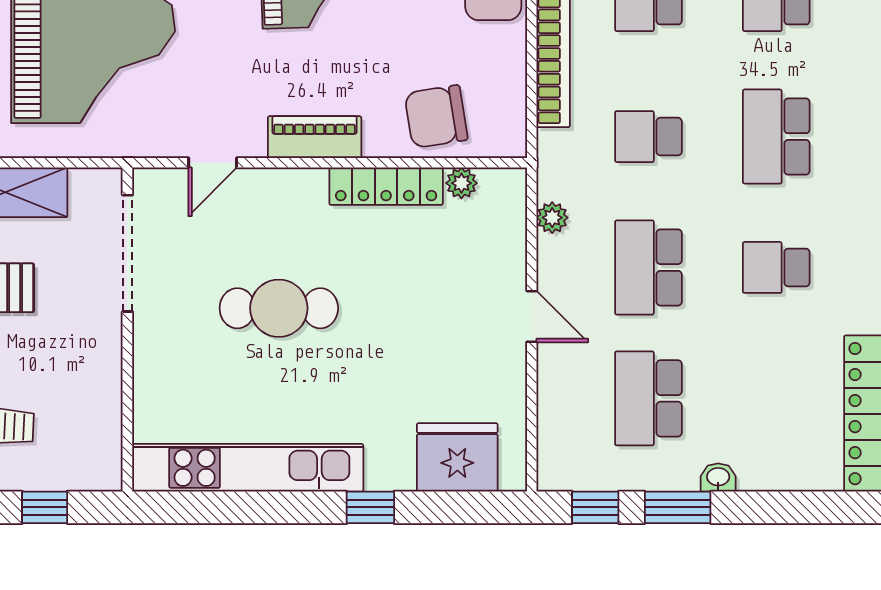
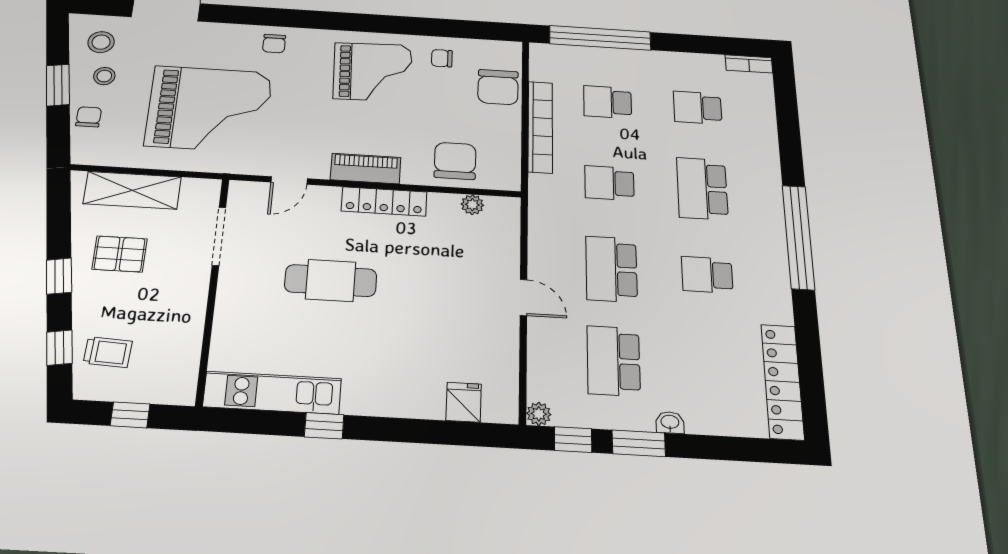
chair: (436, 117) -> (455, 161), turned 99
locker: (386, 186) -> (384, 201), moved
plant: (552, 218) -> (539, 414), moved
doorway: (127, 253) -> (219, 236), width x0.73
fridge: (457, 457) -> (464, 402), width x0.53, depth x0.75
kitchen unit: (248, 468) -> (272, 393), width x0.73
window: (370, 507) -> (324, 426), moved

